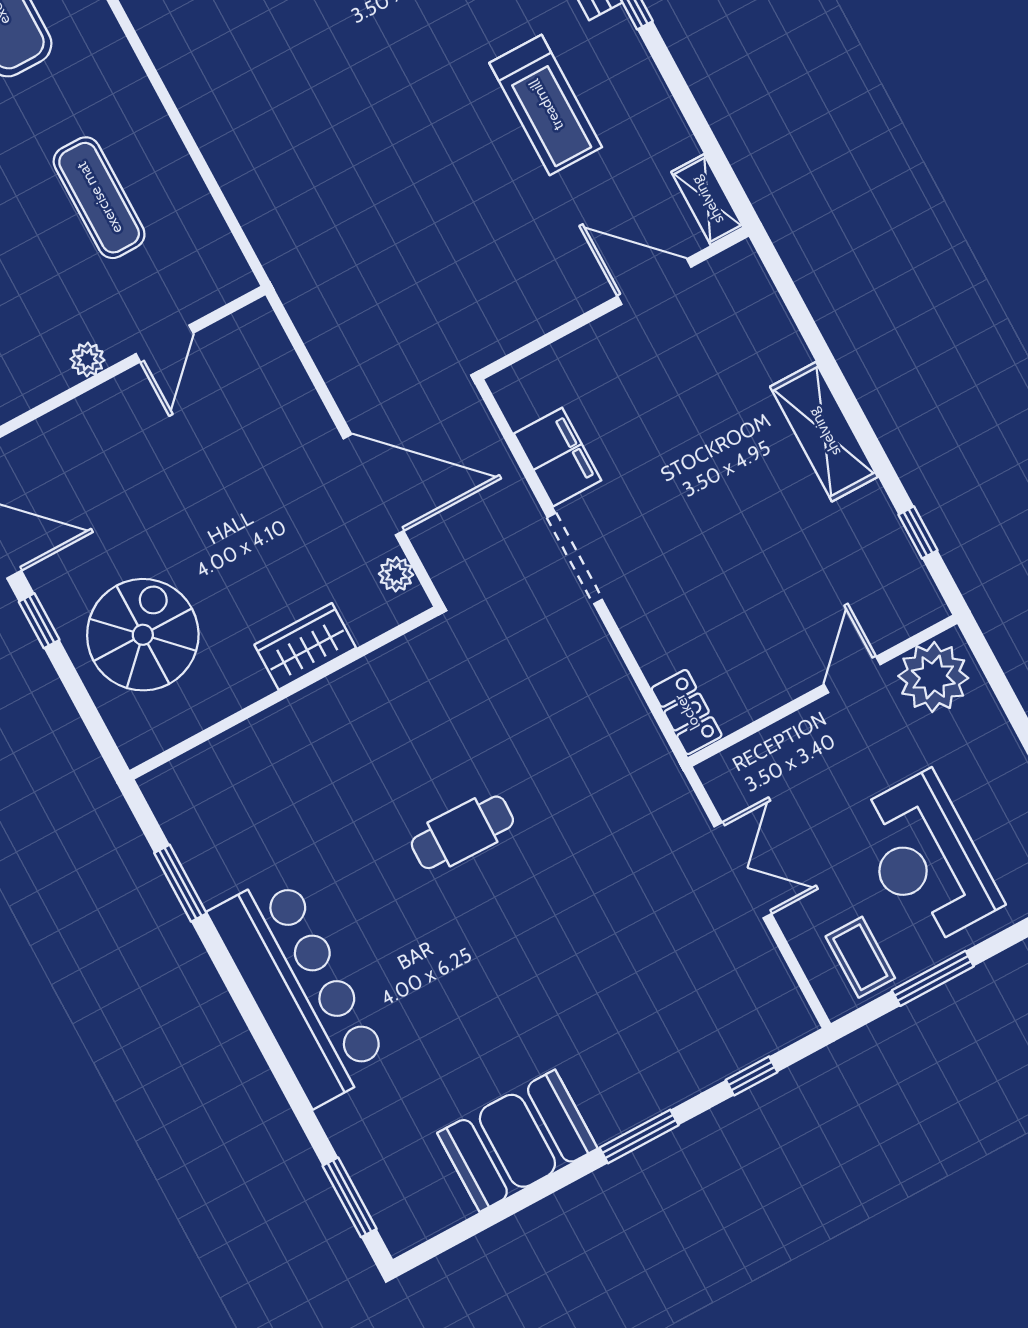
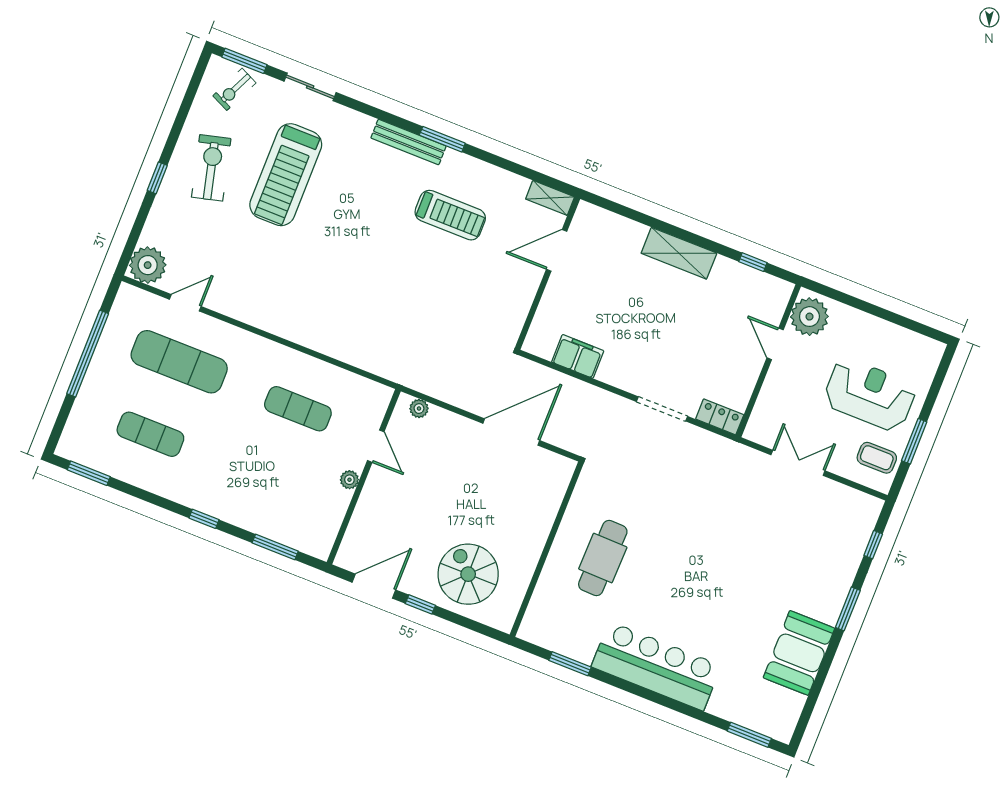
doorway: (575, 558) -> (662, 409), moved
plant: (396, 574) -> (419, 409), moved
wardrobe: (305, 646) -> (539, 522), removed
cafe table: (462, 832) -> (603, 558), moved, width x1.37, depth x1.35
reception desk: (926, 859) -> (870, 395), turned 180

